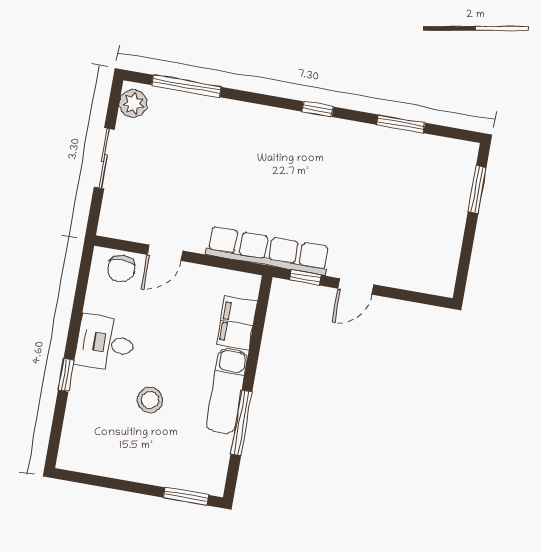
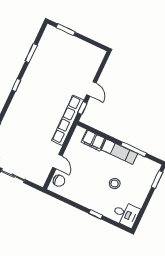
desk: (105, 343) -> (126, 214), moved, turned -90

